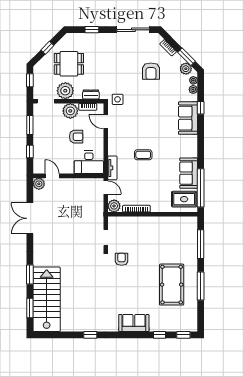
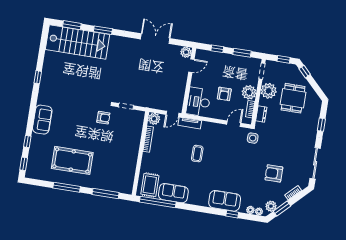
window: (47, 48) -> (305, 72), moved

